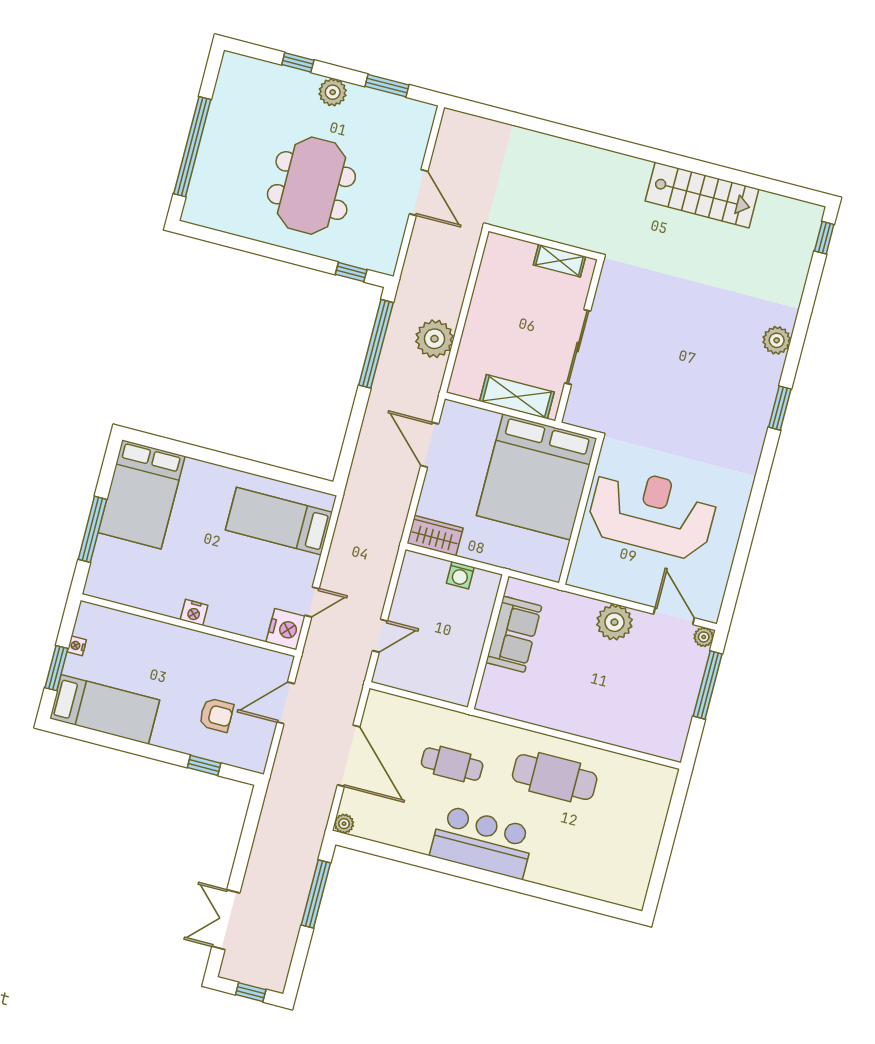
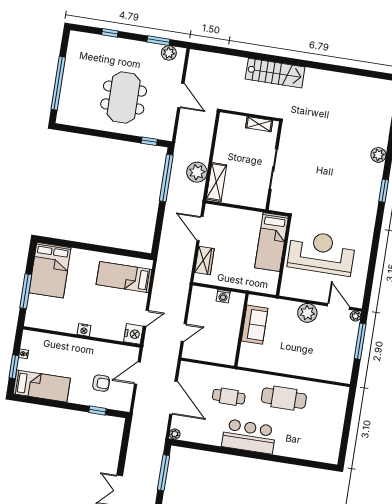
plant: (333, 92) -> (169, 53), moved
stairs: (702, 195) -> (275, 73), moved
shelving: (517, 397) -> (216, 182), moved, turned 90
bed: (537, 477) -> (271, 242), width x0.49
wardrobe: (435, 536) -> (204, 261), moved, turned 90

